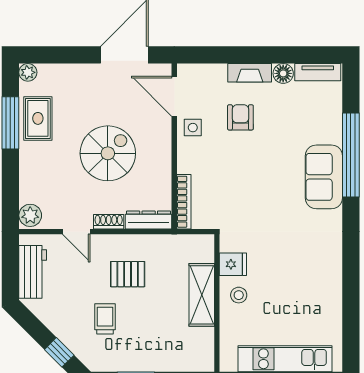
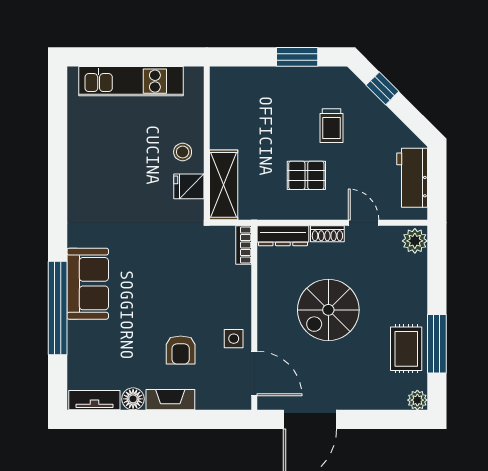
bookcase: (184, 202) -> (244, 245), width x0.64
shelving: (202, 295) -> (224, 185), moved

